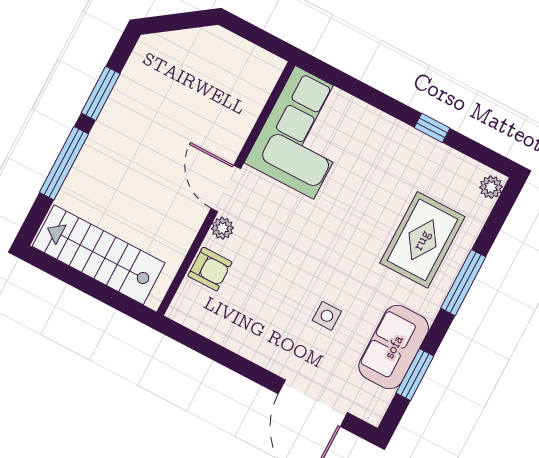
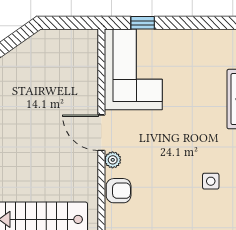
window: (432, 128) -> (143, 23), moved

